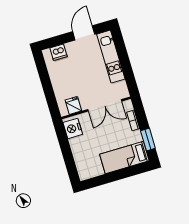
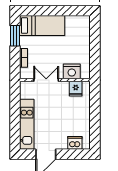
double door: (105, 105) -> (46, 80), width x0.73
nightstand: (73, 128) -> (72, 71), moved, turned 90

